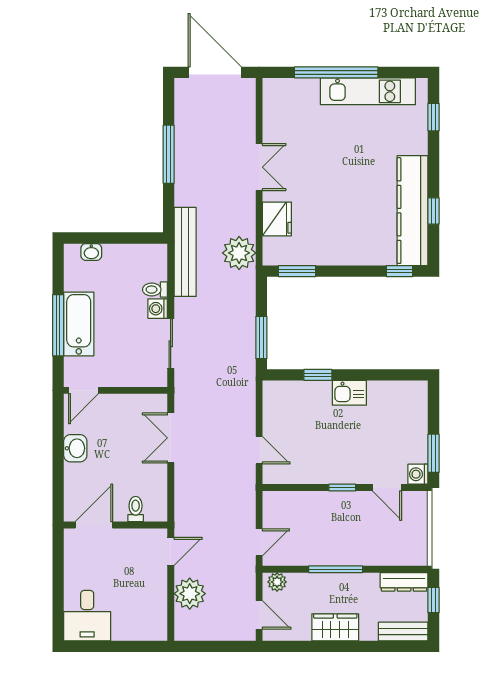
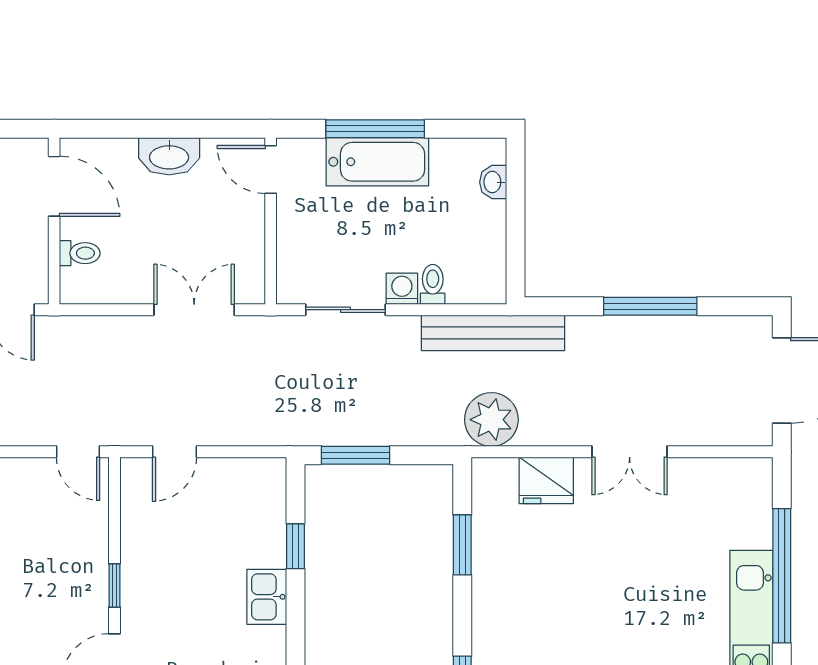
window: (297, 271) -> (462, 545), moved
washbasin: (75, 448) -> (169, 156), width x1.38
door: (259, 542) -> (78, 452), moved

